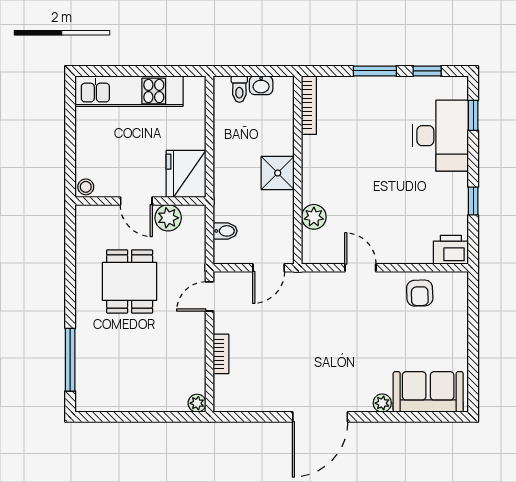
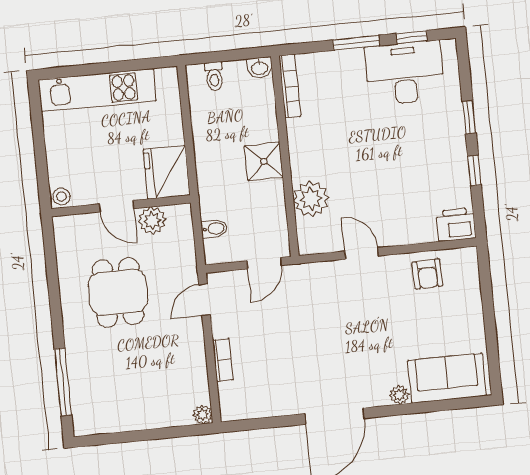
washbasin: (261, 85) -> (260, 68), moved
window: (473, 115) -> (469, 117), moved
desk: (440, 136) -> (405, 73), moved, turned -90
plant: (314, 217) -> (311, 199), width x1.36, depth x1.36

